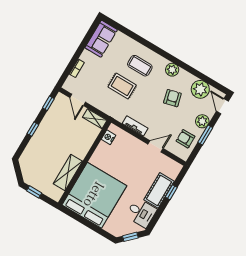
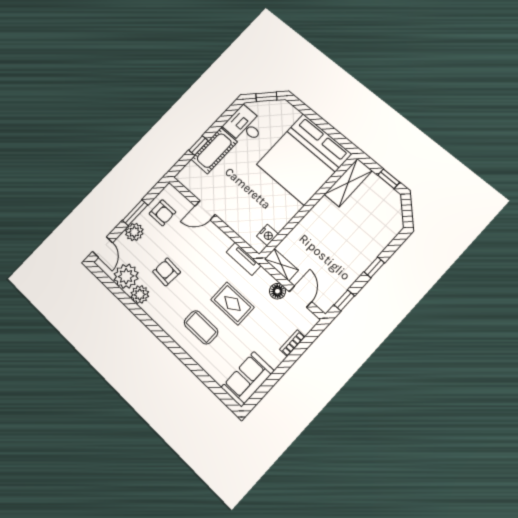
plant: (172, 70) -> (140, 295), moved
armchair: (172, 98) -> (167, 272), turned 108
floor lamp: (94, 100) -> (277, 291), added
tv unit: (135, 126) -> (244, 259), moved
shelving: (68, 173) -> (348, 183), moved

